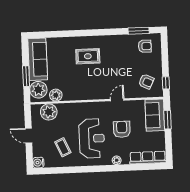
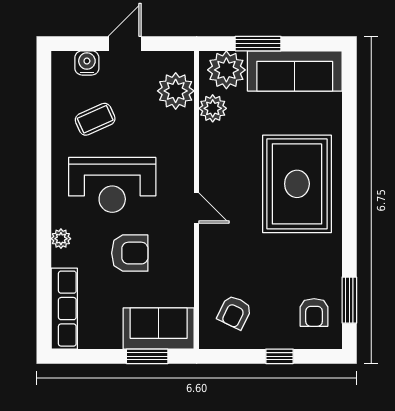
rug: (88, 56) -> (297, 184), width x1.86, depth x2.06
window: (166, 83) -> (279, 356), moved
door: (117, 100) -> (197, 208), moved
water cooler: (38, 163) -> (87, 63), moved

